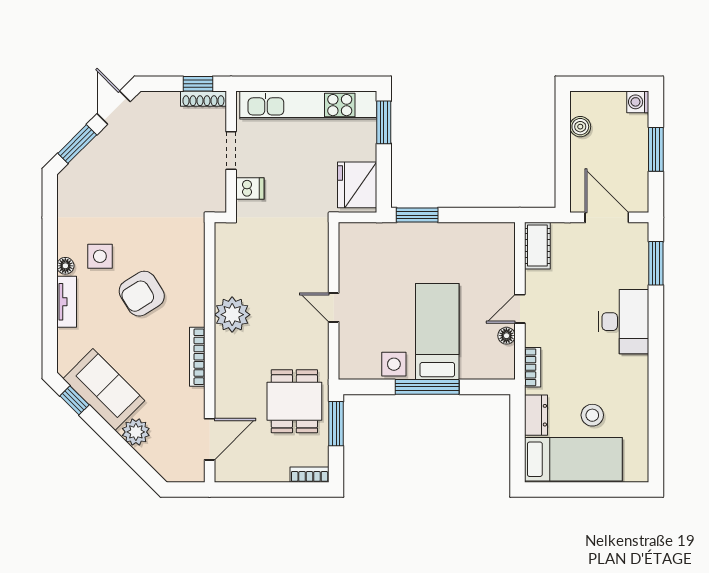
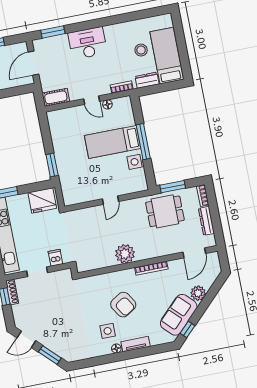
door: (210, 439) -> (194, 253), swing flipped
dresser: (263, 472) -> (206, 221), added

